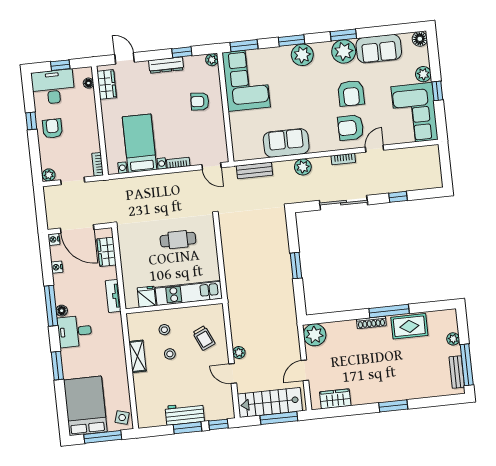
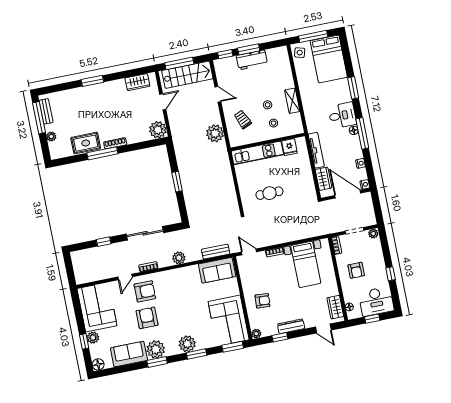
window: (437, 91) -> (84, 341), moved
armchair: (52, 129) -> (356, 270), moved
sofa: (286, 143) -> (217, 270), moved
tv unit: (113, 296) -> (316, 150), width x1.41
plant: (239, 353) -> (215, 133), moved, width x1.88, depth x1.88

